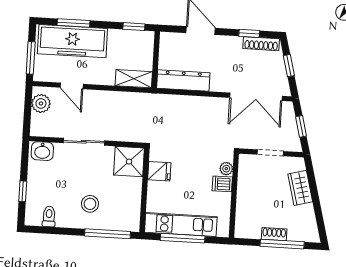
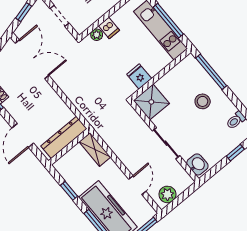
window: (134, 27) -> (69, 191), moved
dresser: (183, 81) -> (64, 137), moved, turned 90

